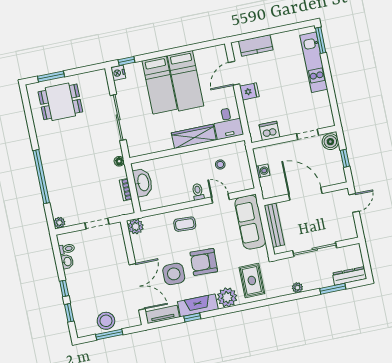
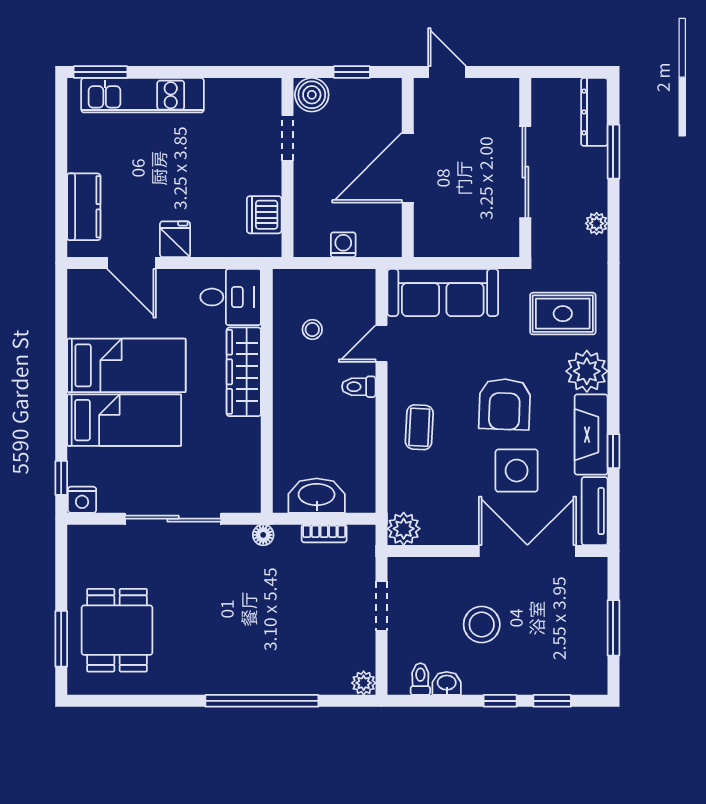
bench: (274, 225) -> (459, 245), removed
stool: (106, 321) -> (482, 624), moved

